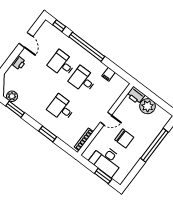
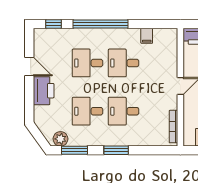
printer: (19, 63) -> (44, 91), width x1.87, depth x1.48
desk: (40, 92) -> (88, 111), added
window: (48, 134) -> (116, 150), moved

